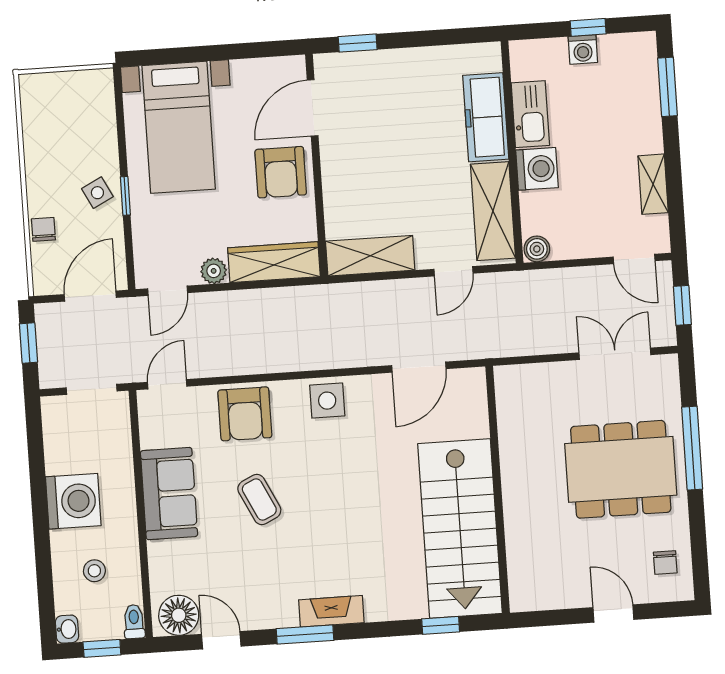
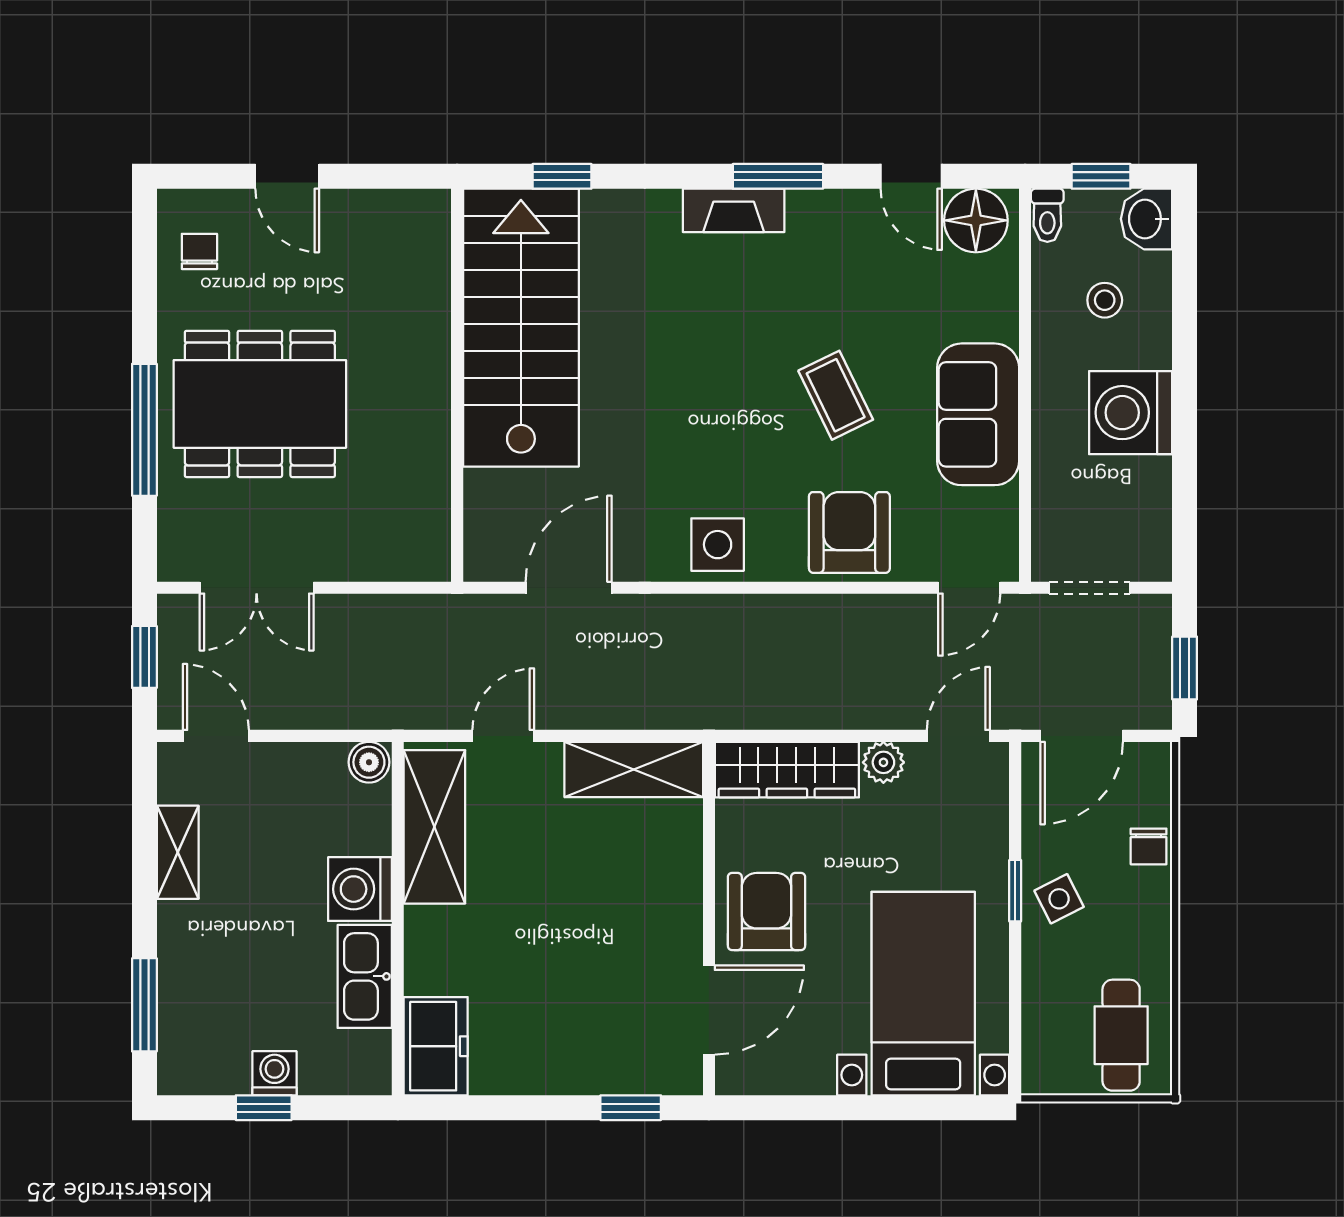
cafe table: (53, 110) -> (1121, 1035), added
freezer: (486, 117) -> (436, 1046), moved, width x0.71
washbasin: (67, 629) -> (1147, 219), width x1.38, depth x1.45

